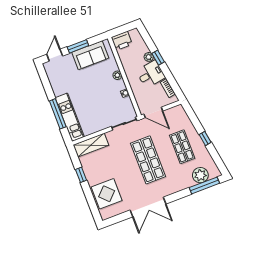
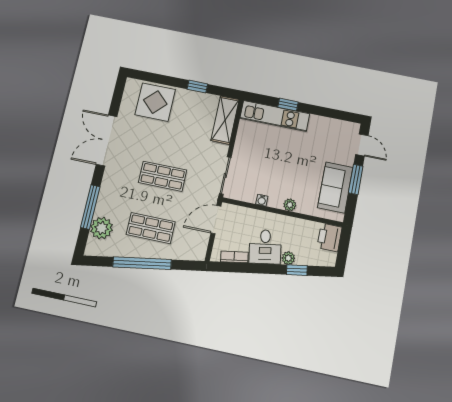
window: (158, 58) -> (297, 270), moved
window: (58, 114) -> (288, 105), width x0.46
window: (205, 138) -> (142, 263), width x3.17
shop shelf: (148, 160) -> (163, 176), width x0.70, depth x0.74
window: (204, 185) -> (90, 207), moved

